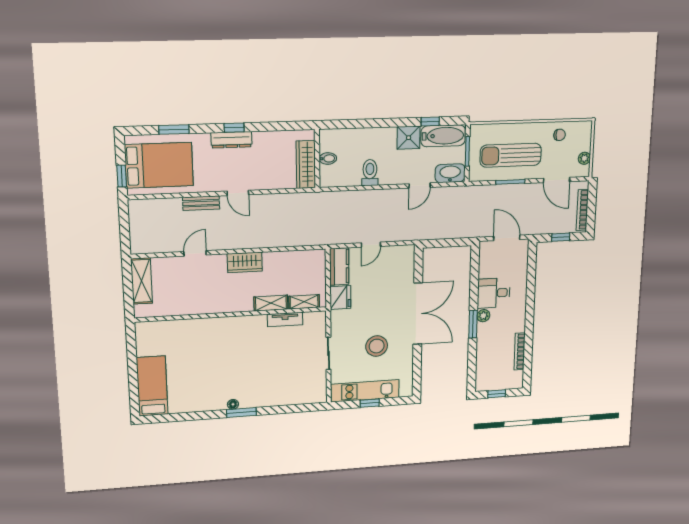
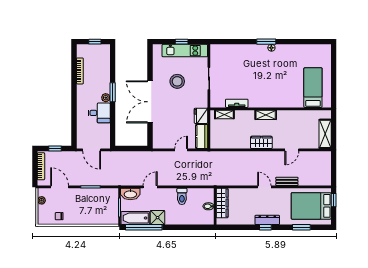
window: (430, 121) -> (144, 227), width x3.17
sun lounger: (511, 155) -> (91, 204), removed
shelving: (271, 303) -> (266, 115), moved
bed: (152, 386) -> (313, 88), moved, turned 180

